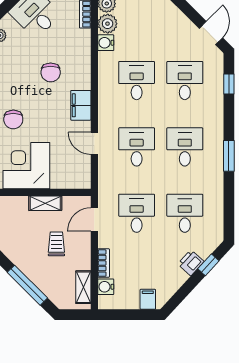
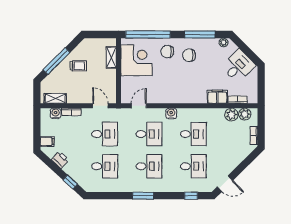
water cooler: (106, 43) -> (171, 113), moved
chair: (51, 72) -> (189, 55), moved
filing cabinet: (81, 105) -> (217, 97), moved
door: (94, 143) -> (139, 106), moved
shelving: (45, 203) -> (111, 57), moved
trolley: (56, 244) -> (78, 66), moved
printer: (191, 263) -> (60, 160), moved

